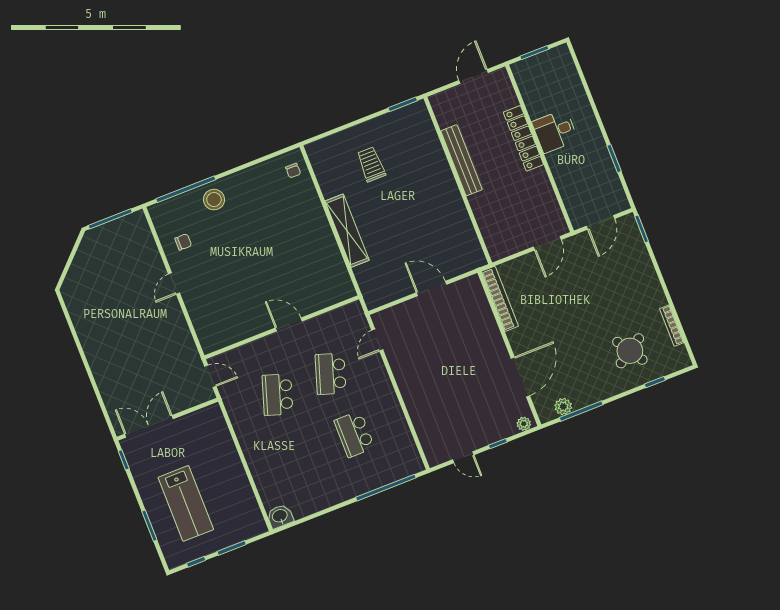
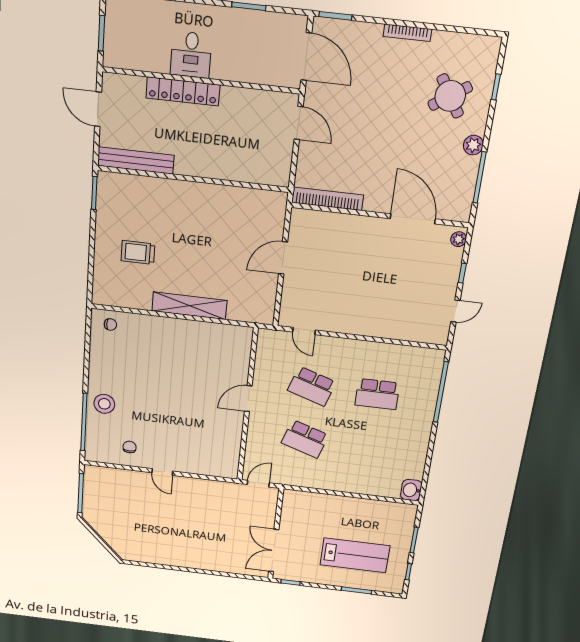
bench: (461, 160) -> (136, 160), moved
door: (600, 222) -> (306, 57), width x1.36
bookcase: (672, 326) -> (408, 33), moved
plant: (563, 407) -> (473, 145), moved

